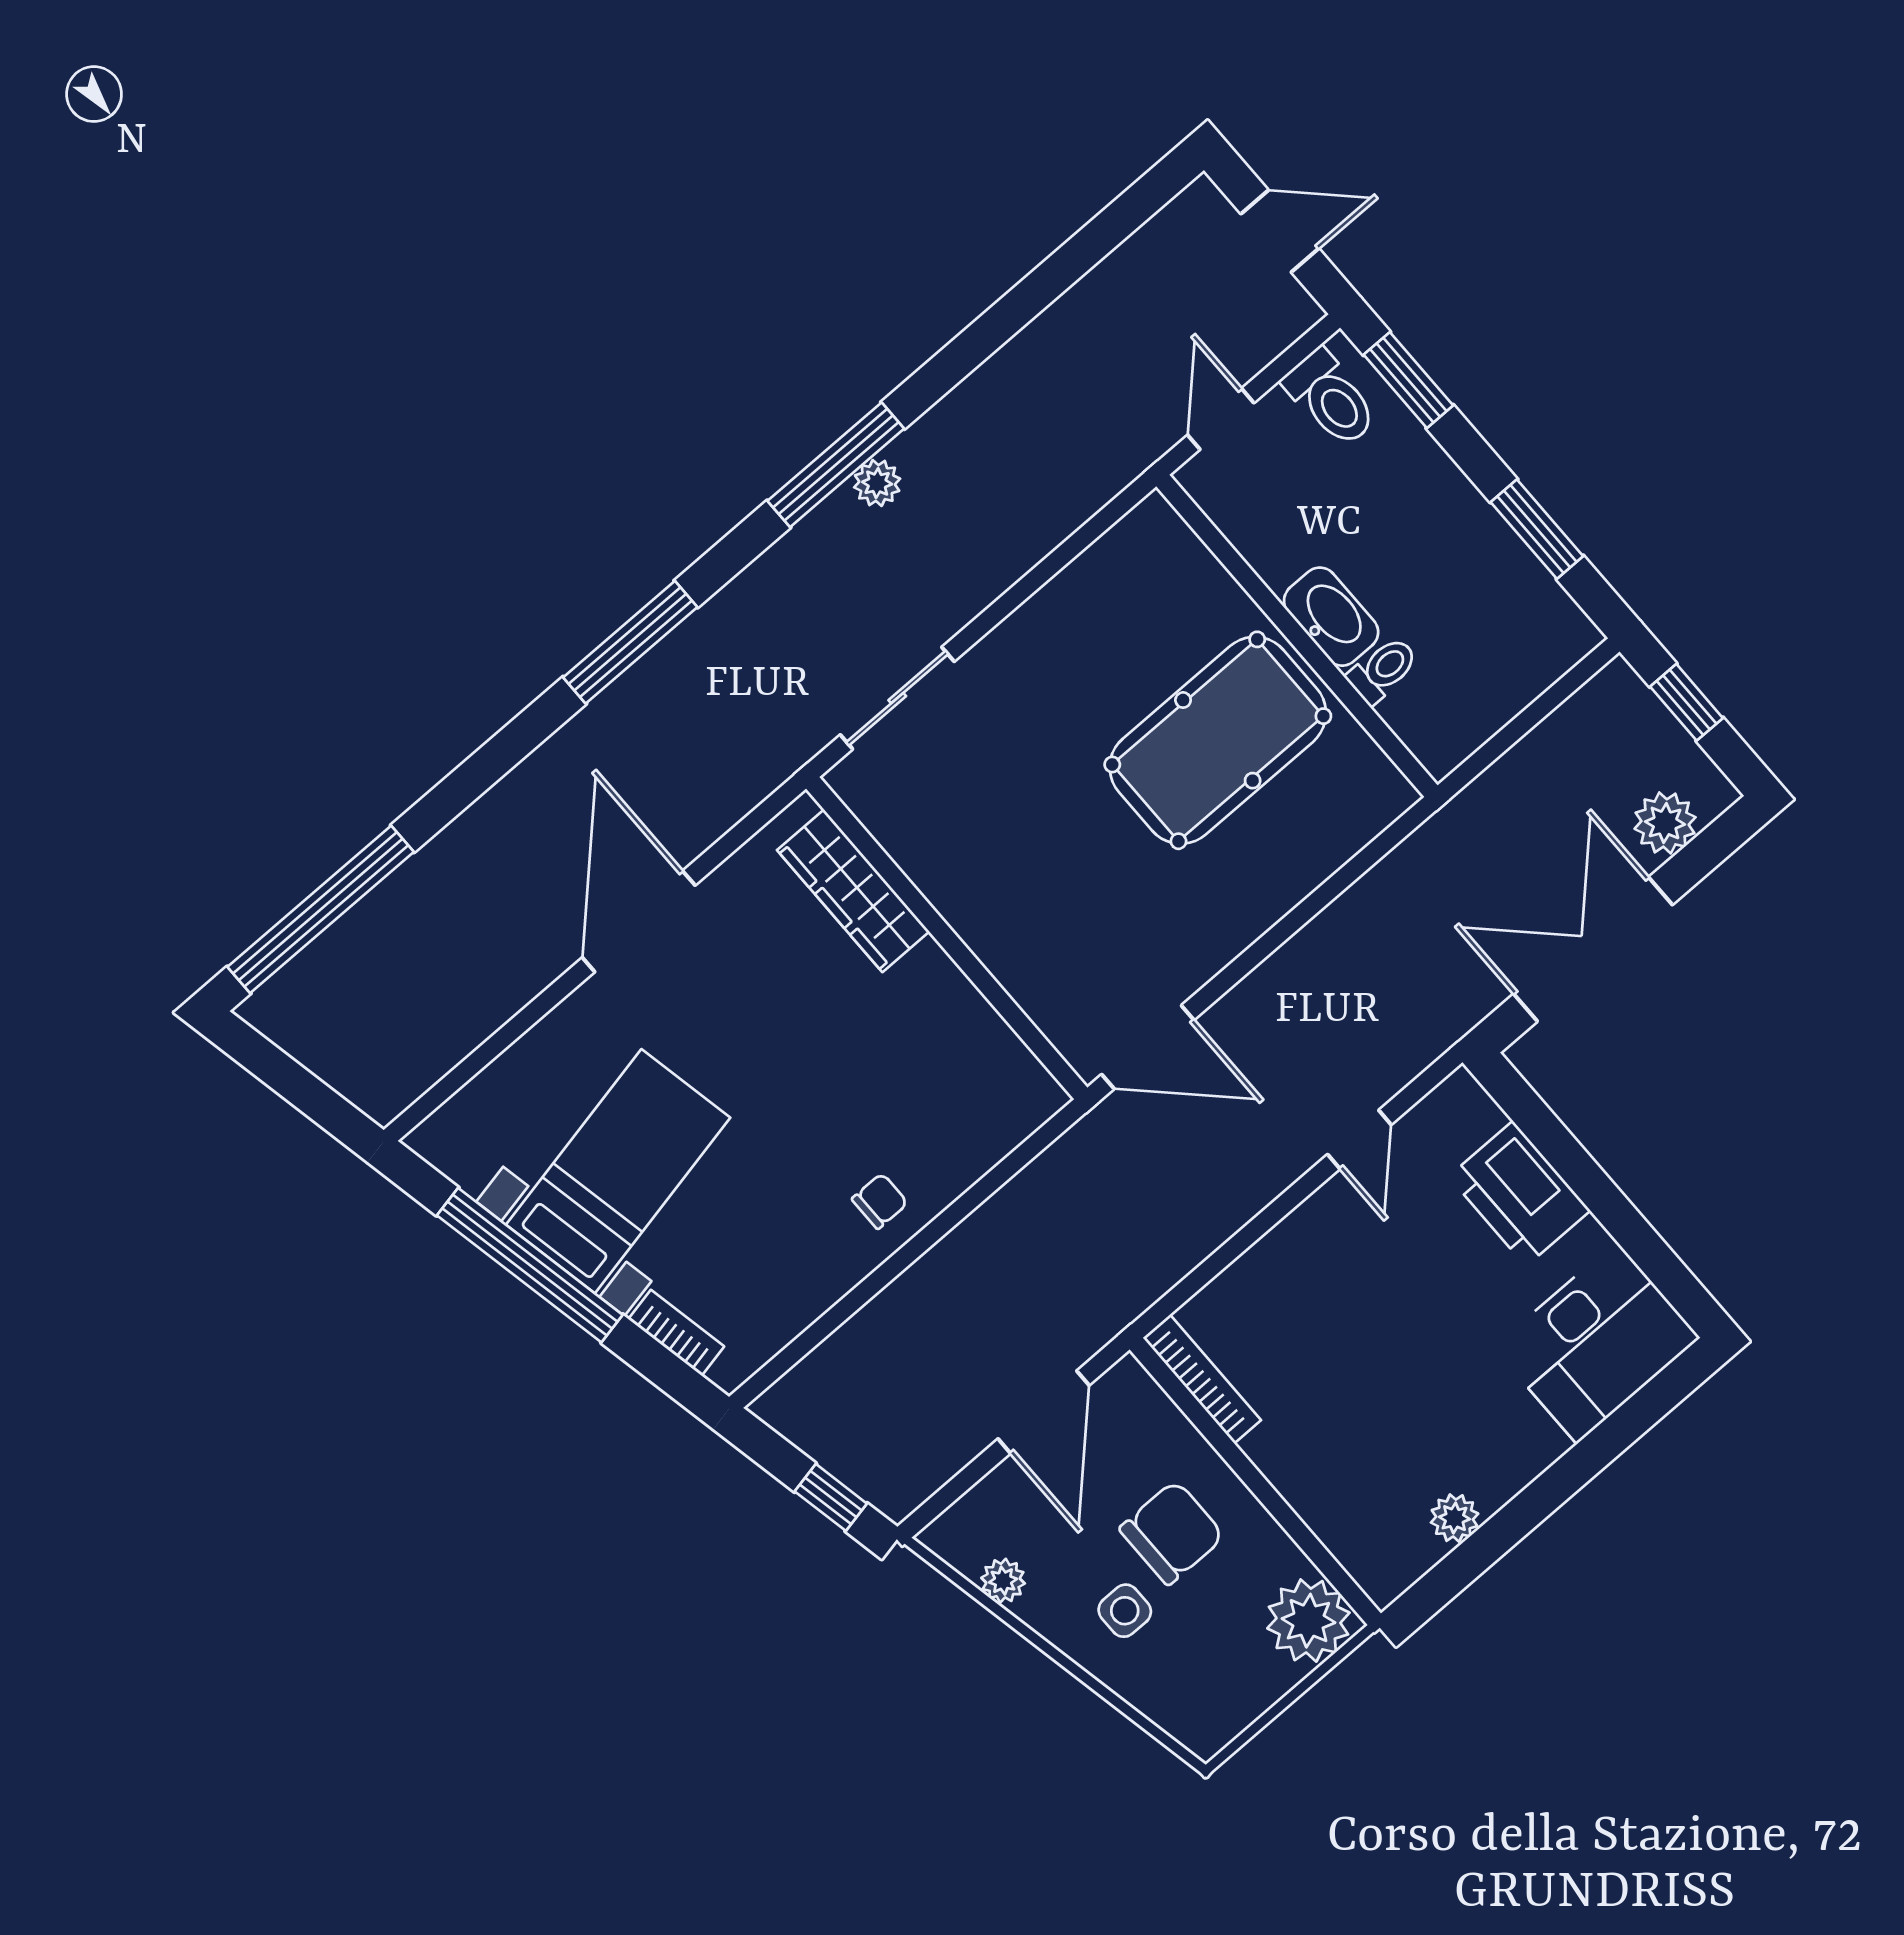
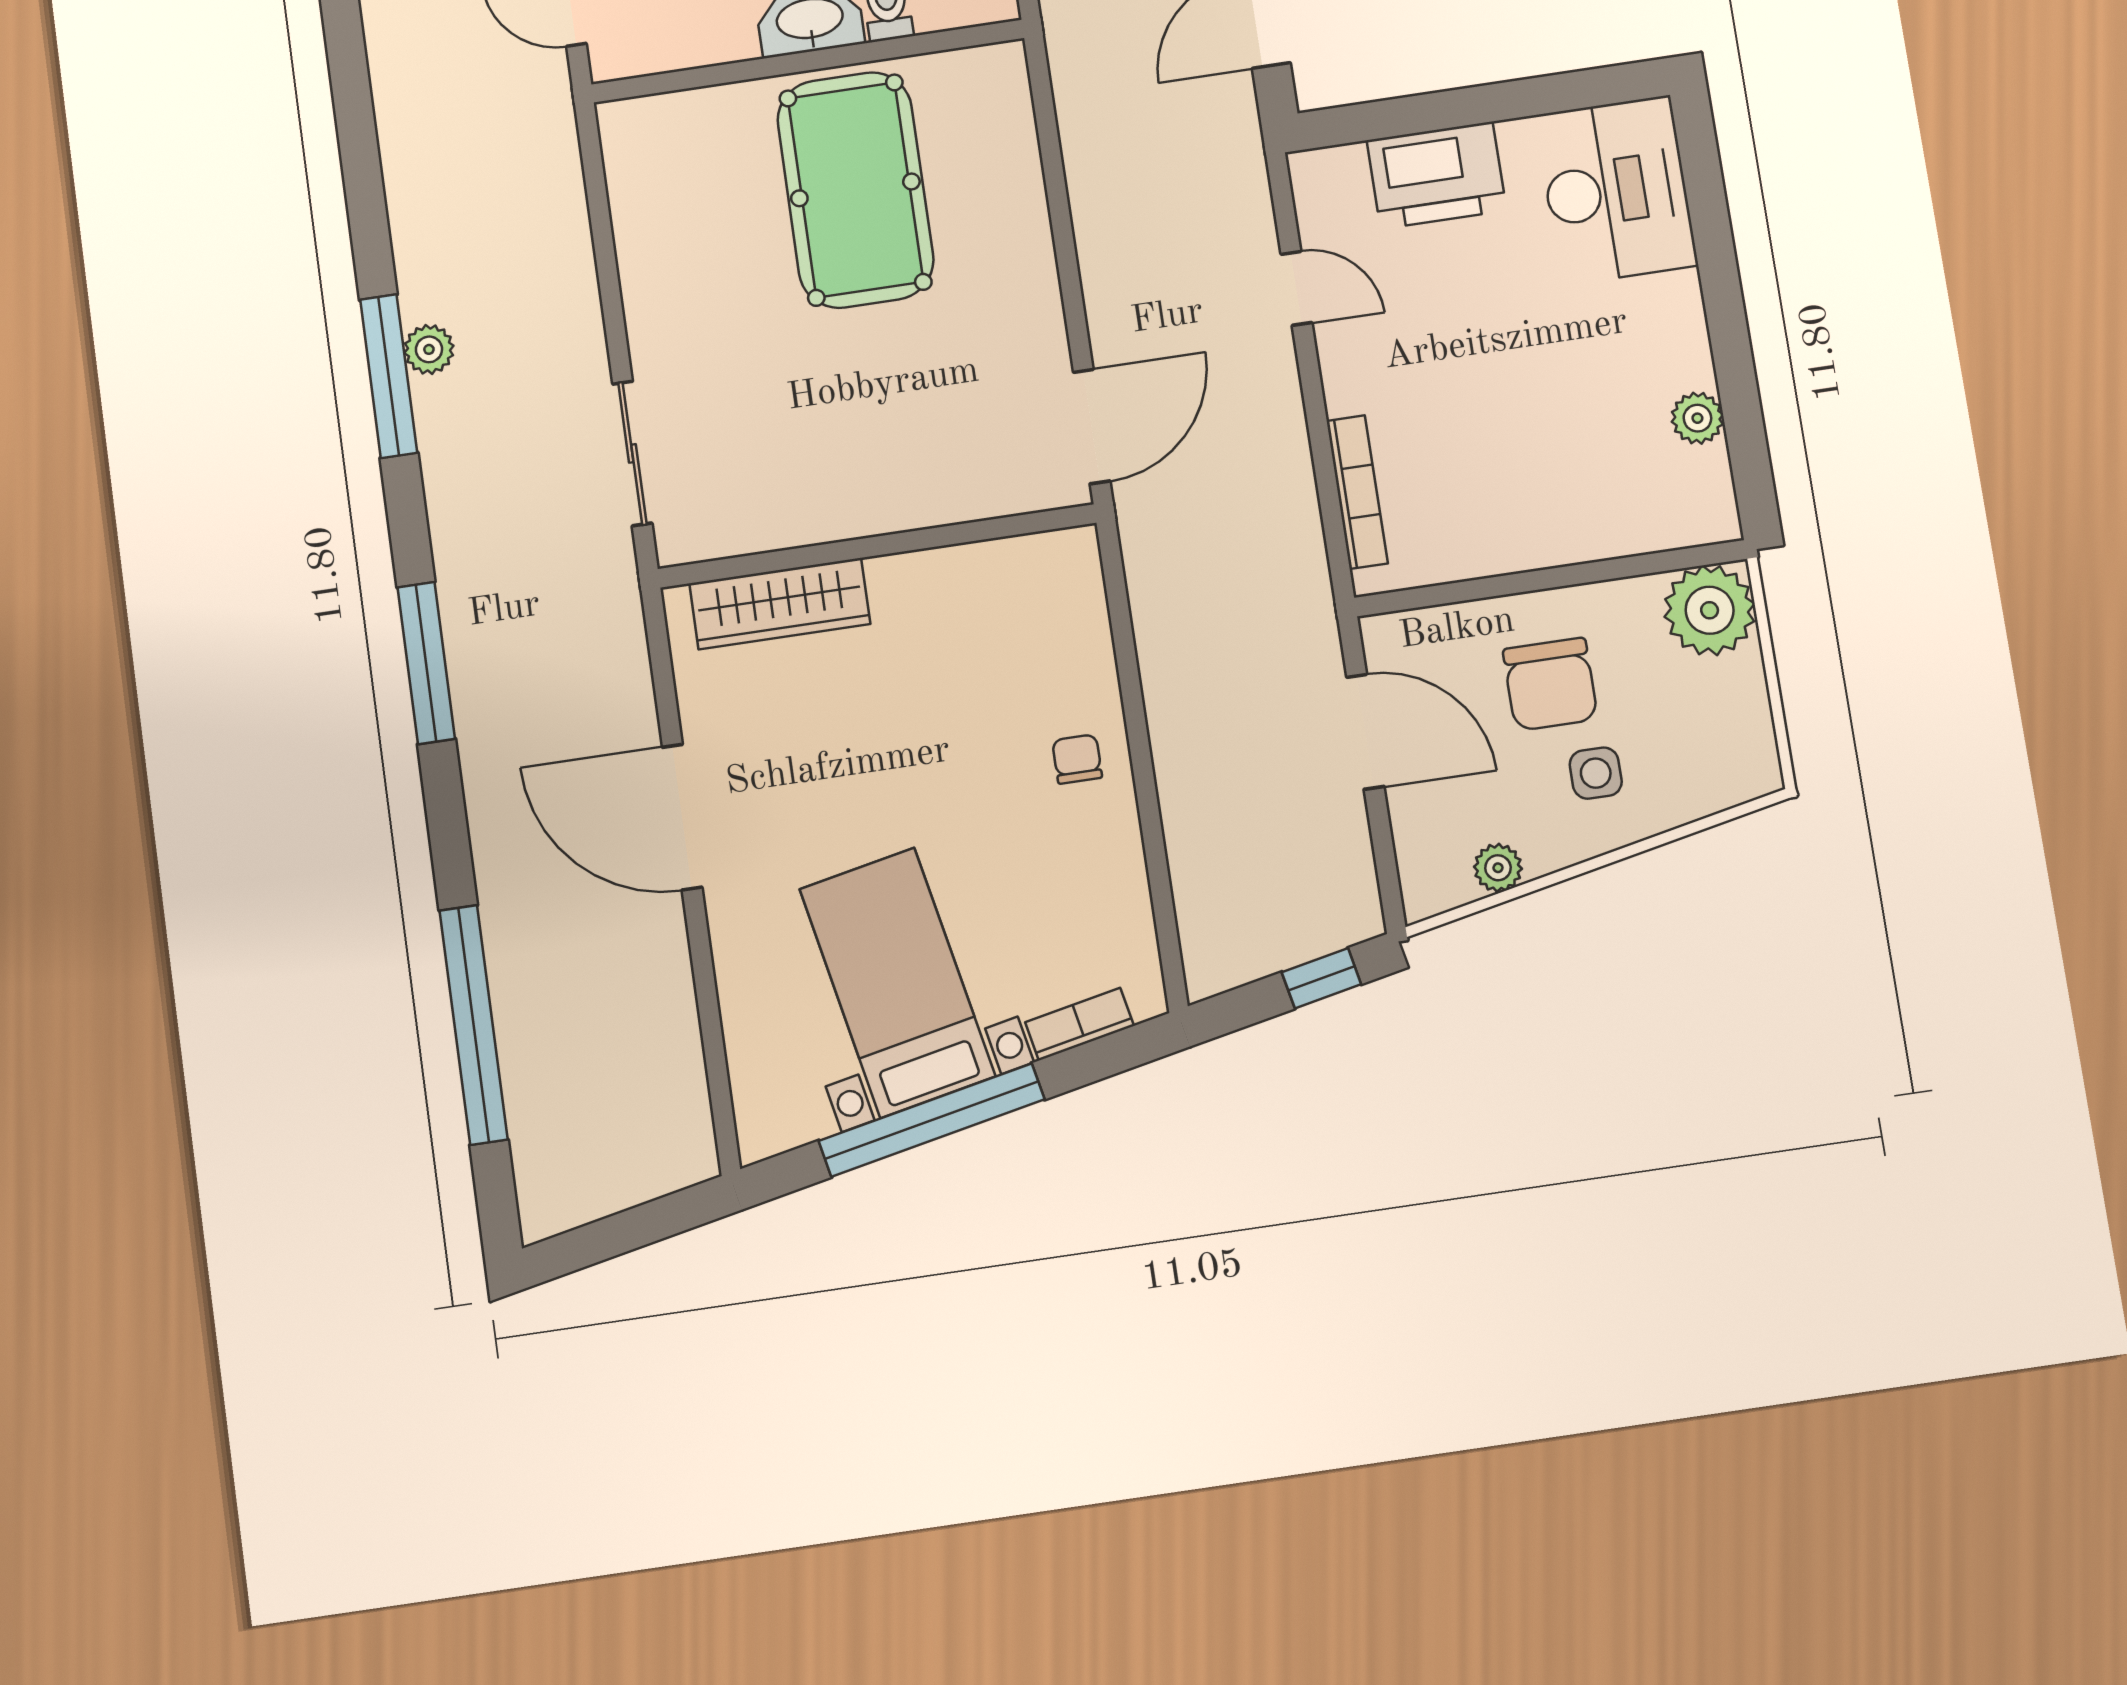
window: (321, 909) -> (474, 1025), moved
bookcase: (1202, 1379) -> (1357, 492), moved, turned 90
chair: (1172, 1533) -> (1550, 684), turned 180

